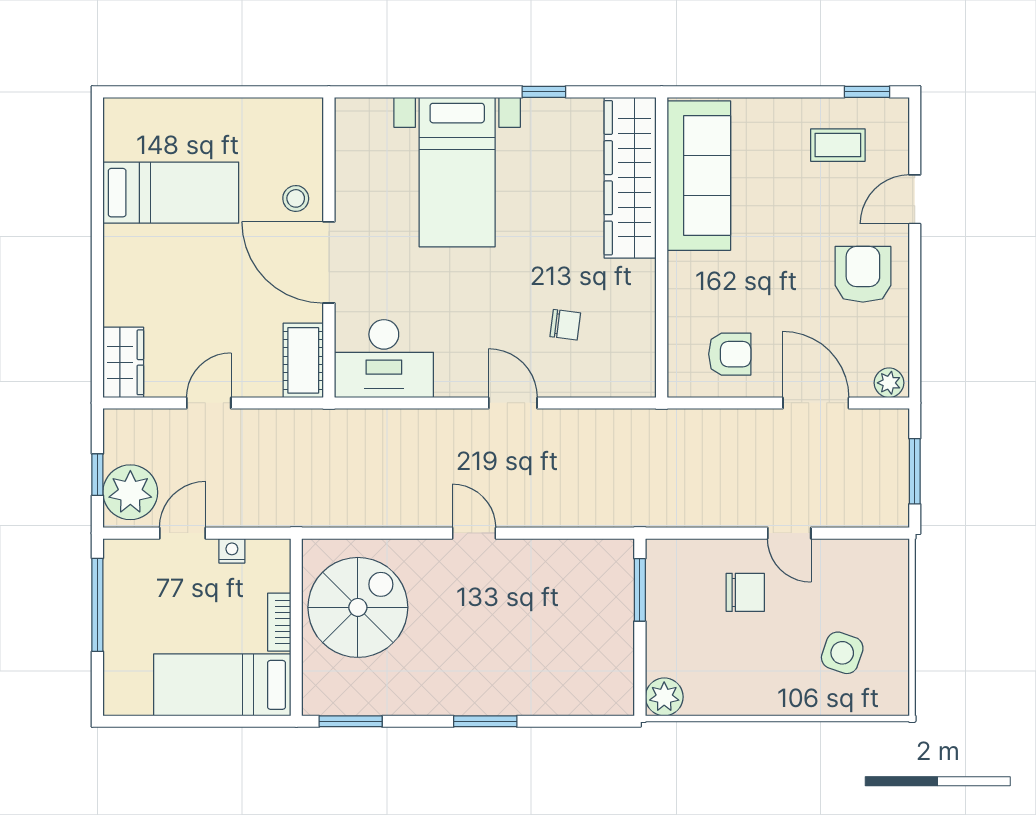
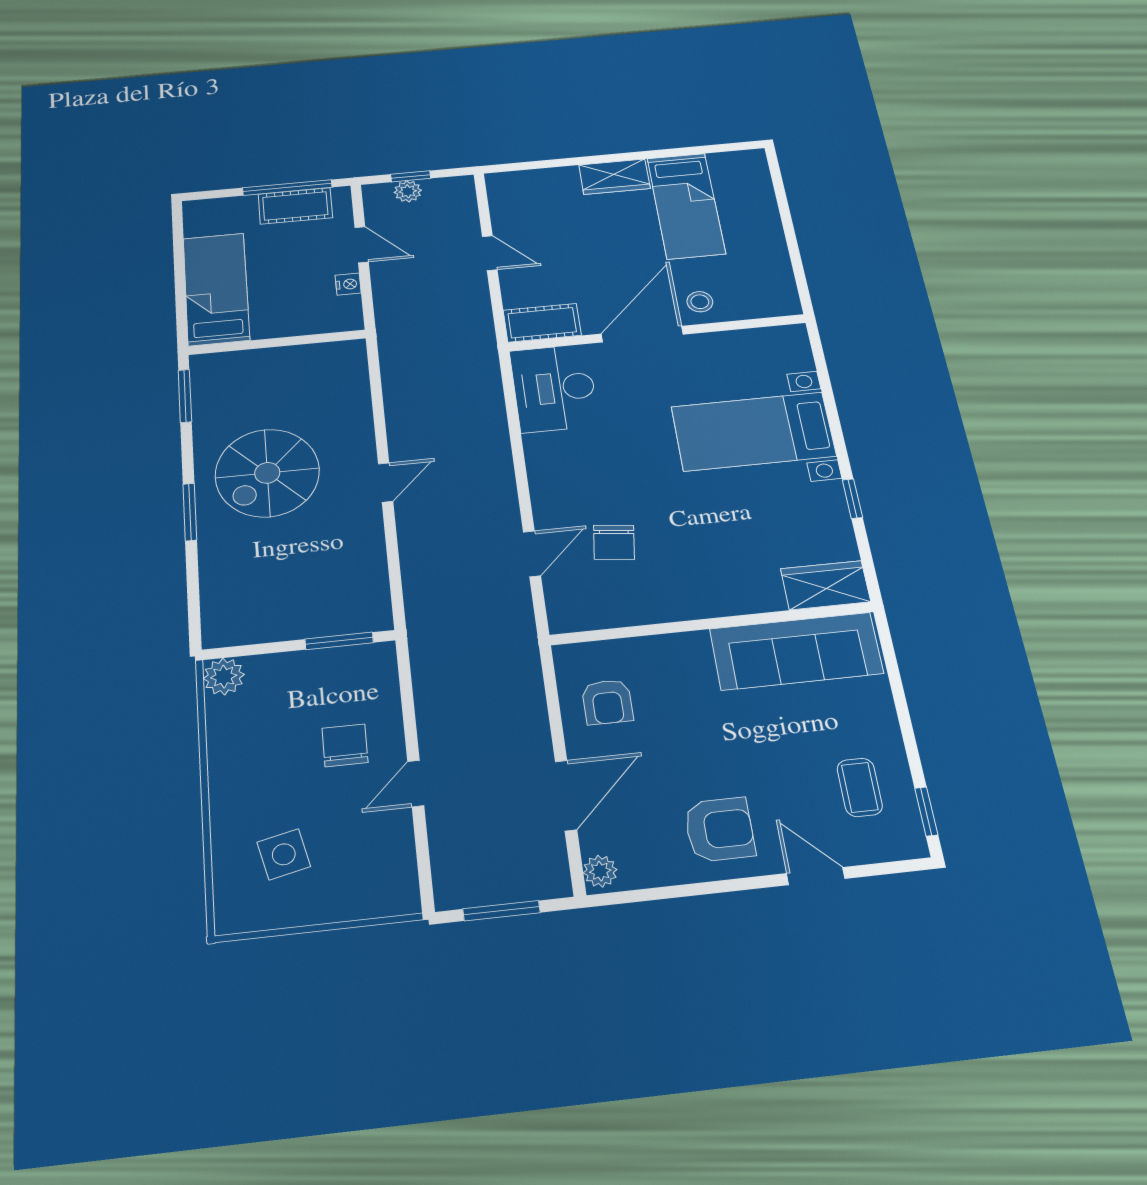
wardrobe: (630, 178) -> (825, 585), width x0.48, depth x0.85
chair: (565, 325) -> (614, 542), width x1.37, depth x1.37
wardrobe: (123, 362) -> (614, 177), moved
door: (513, 403) -> (532, 554), moved
plant: (130, 492) -> (408, 191), width x0.53, depth x0.53
chair: (745, 592) -> (345, 745), turned 180
cot: (123, 598) -> (295, 206), added
spiral stairs: (358, 607) -> (267, 473), moved, turned 90
bookcase: (279, 622) -> (281, 328), removed
side table: (842, 653) -> (284, 854), turned -32

